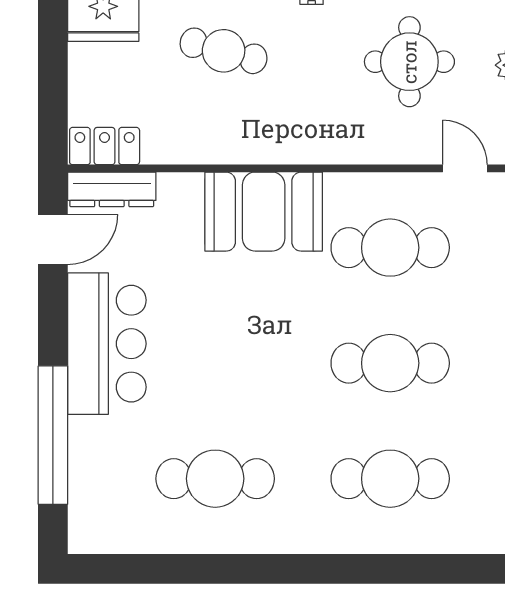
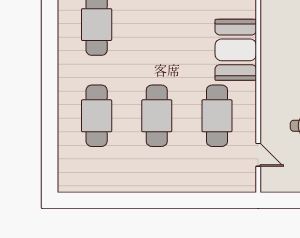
door: (465, 168) -> (258, 155), hinge flipped

